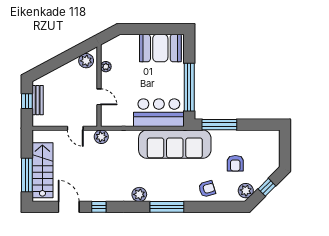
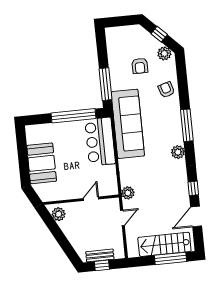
booth: (160, 48) -> (42, 163), moved
plant: (106, 67) -> (62, 195), removed
armchair: (235, 163) -> (140, 66), turned 90

